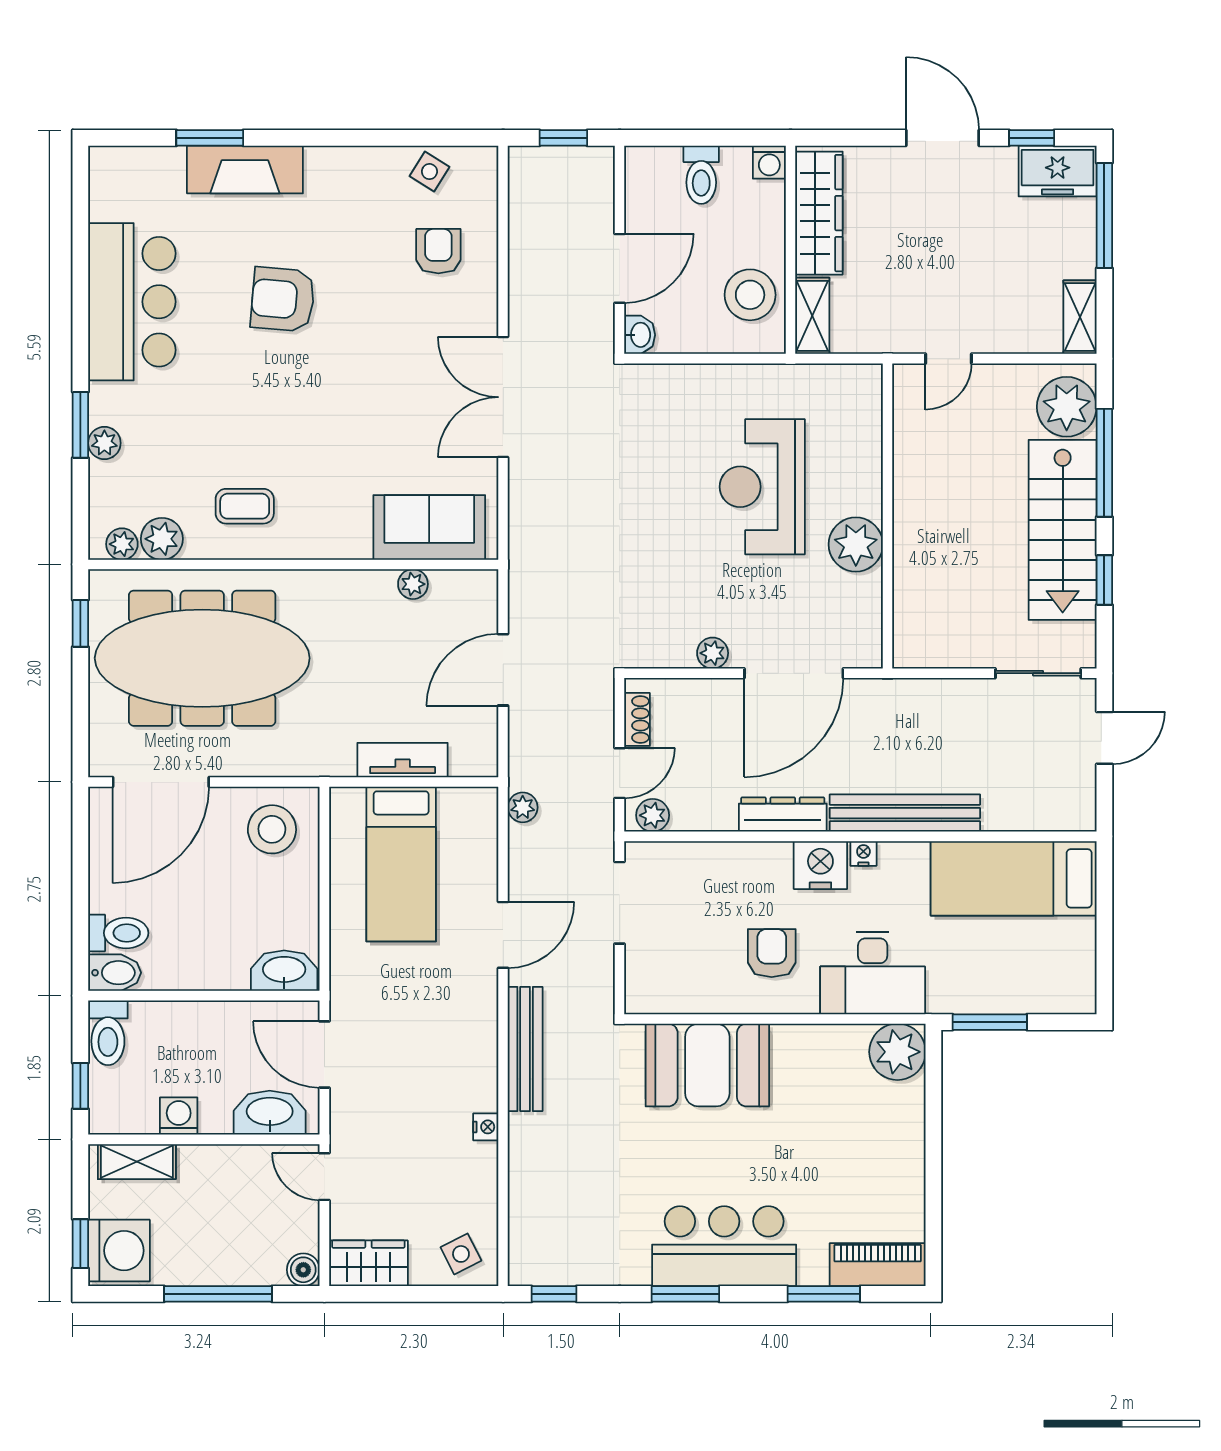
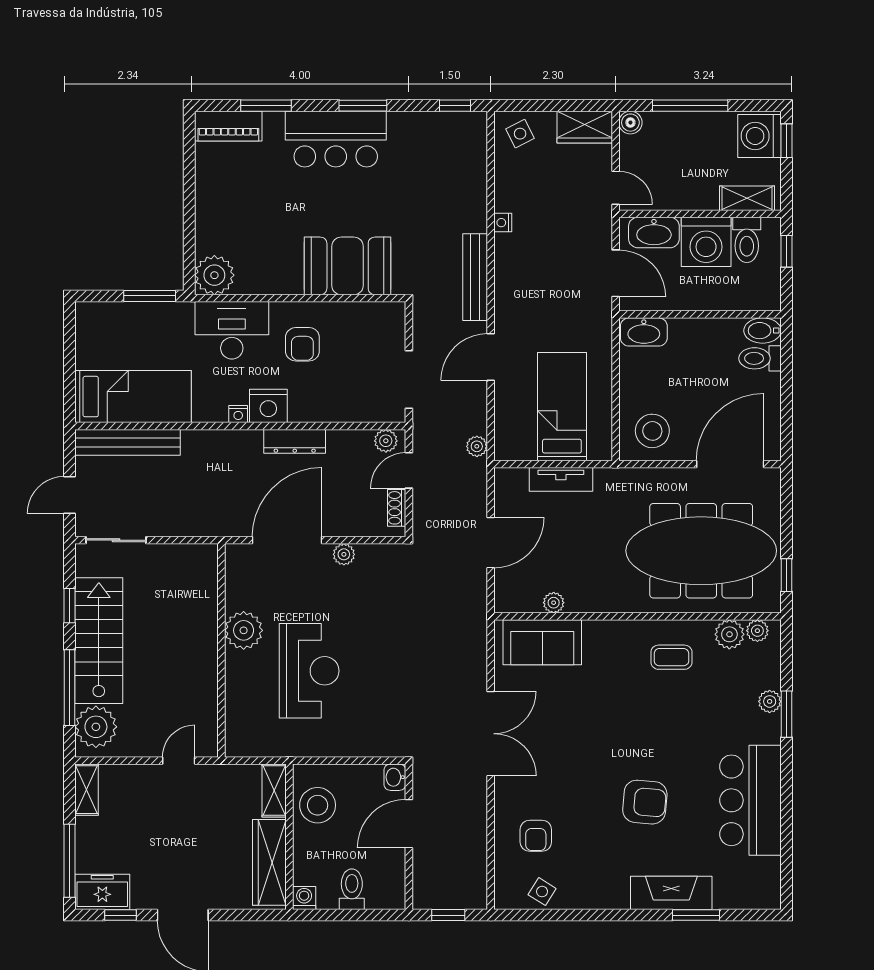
bench: (905, 813) -> (128, 442), moved
toilet: (108, 1033) -> (747, 240), moved, turned 180
washing machine: (179, 1116) -> (706, 242), width x1.89, depth x1.89

